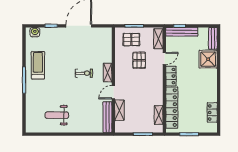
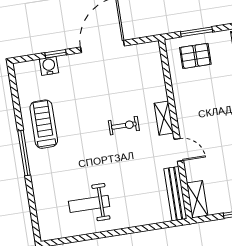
water cooler: (35, 32) -> (49, 66), moved
pallet: (139, 60) -> (214, 89), removed
door: (113, 92) -> (179, 150), swing flipped
shelving: (119, 110) -> (197, 199), moved

